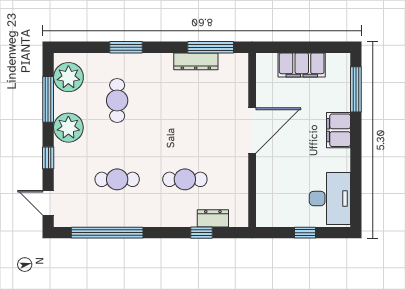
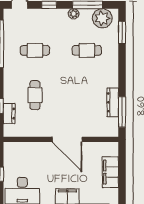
window: (126, 47) -> (122, 33), moved
plant: (68, 128) -> (74, 14), width x0.53, depth x0.53
cafe table: (117, 179) -> (35, 50), turned 90

